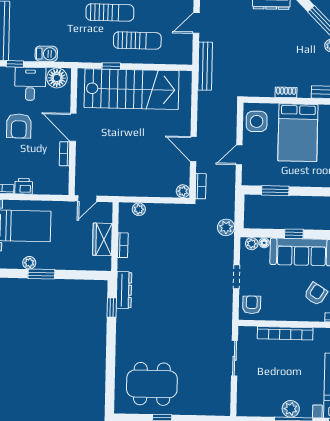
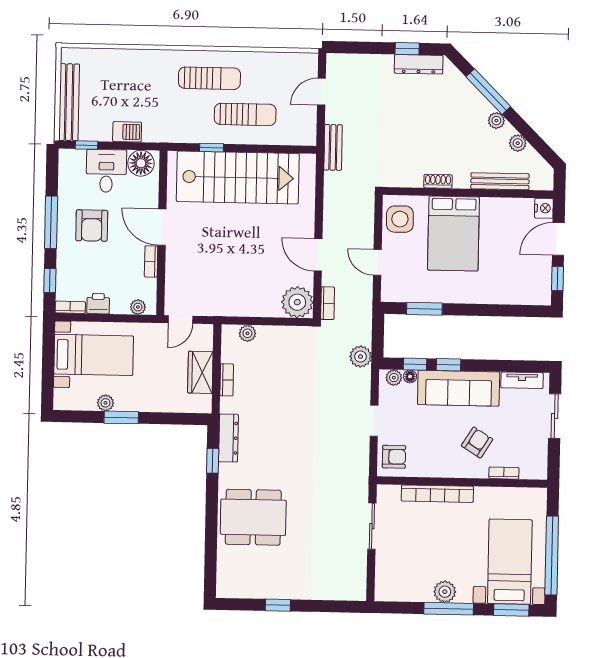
bench: (205, 66) -> (333, 147), width x0.73
door: (239, 155) -> (377, 262), hinge flipped
plant: (54, 189) -> (138, 307), added
plant: (183, 191) -> (297, 302), width x1.87, depth x1.87
window: (268, 233) -> (415, 364), added
armchair: (252, 305) -> (394, 457), turned 90
dining table: (152, 384) -> (253, 517), moved

